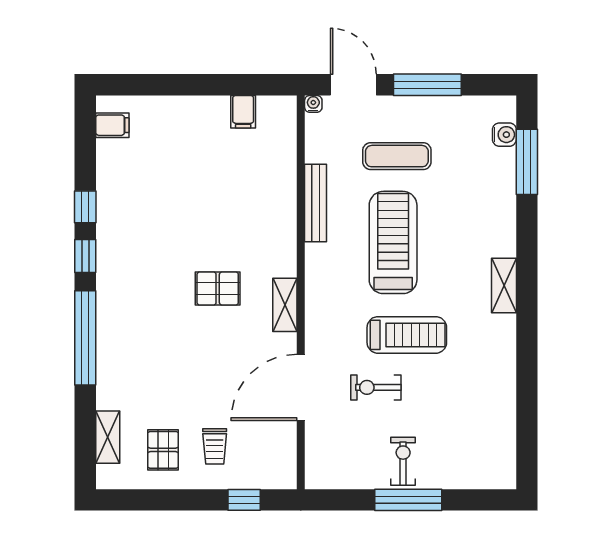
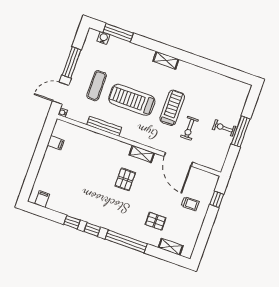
pallet: (163, 450) -> (156, 221), moved

